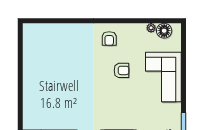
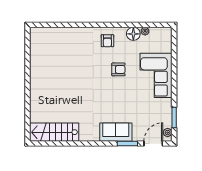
floor lamp: (164, 31) -> (133, 34), moved

